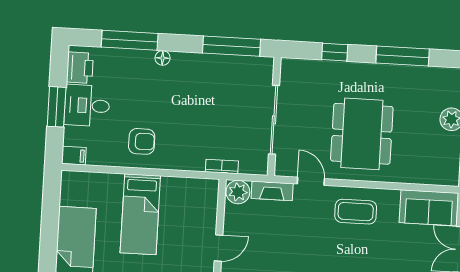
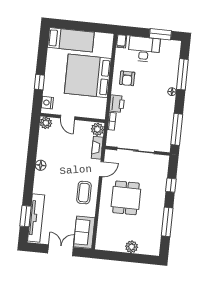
printer: (80, 68) -> (117, 104), moved, turned -90
desk: (87, 106) -> (144, 49), width x1.37
window: (57, 107) -> (160, 34), moved
dining table: (362, 134) -> (126, 198), width x0.73
bed: (140, 214) -> (88, 76), width x2.04

